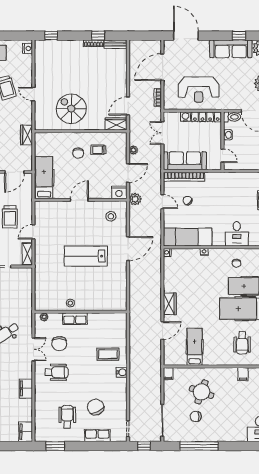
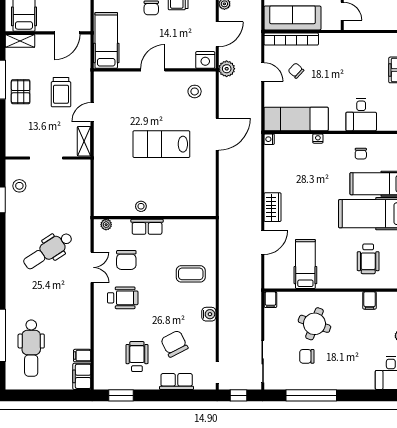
water cooler: (122, 372) -> (209, 314), moved
filing cabinet: (26, 388) -> (82, 356), moved, width x0.50

